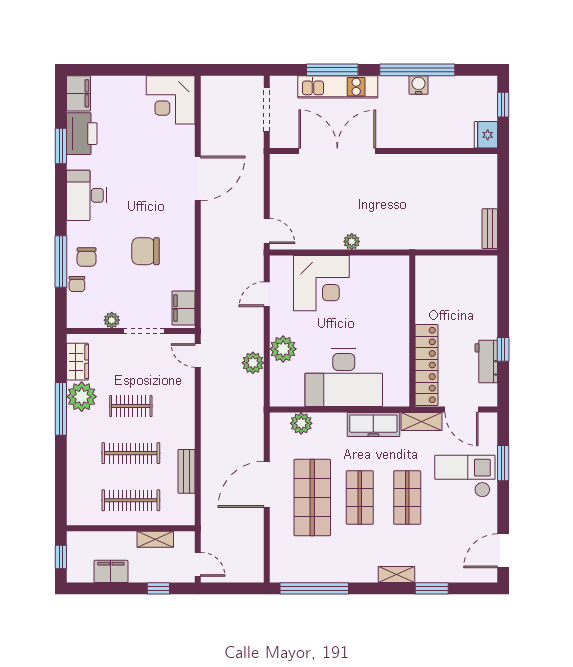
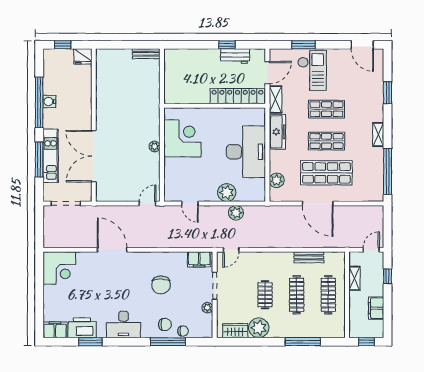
corner desk: (321, 283) -> (182, 138), moved
window: (61, 409) -> (303, 342), moved
checkout: (465, 476) -> (312, 70), turned 180
shelving: (396, 575) -> (378, 134), moved

